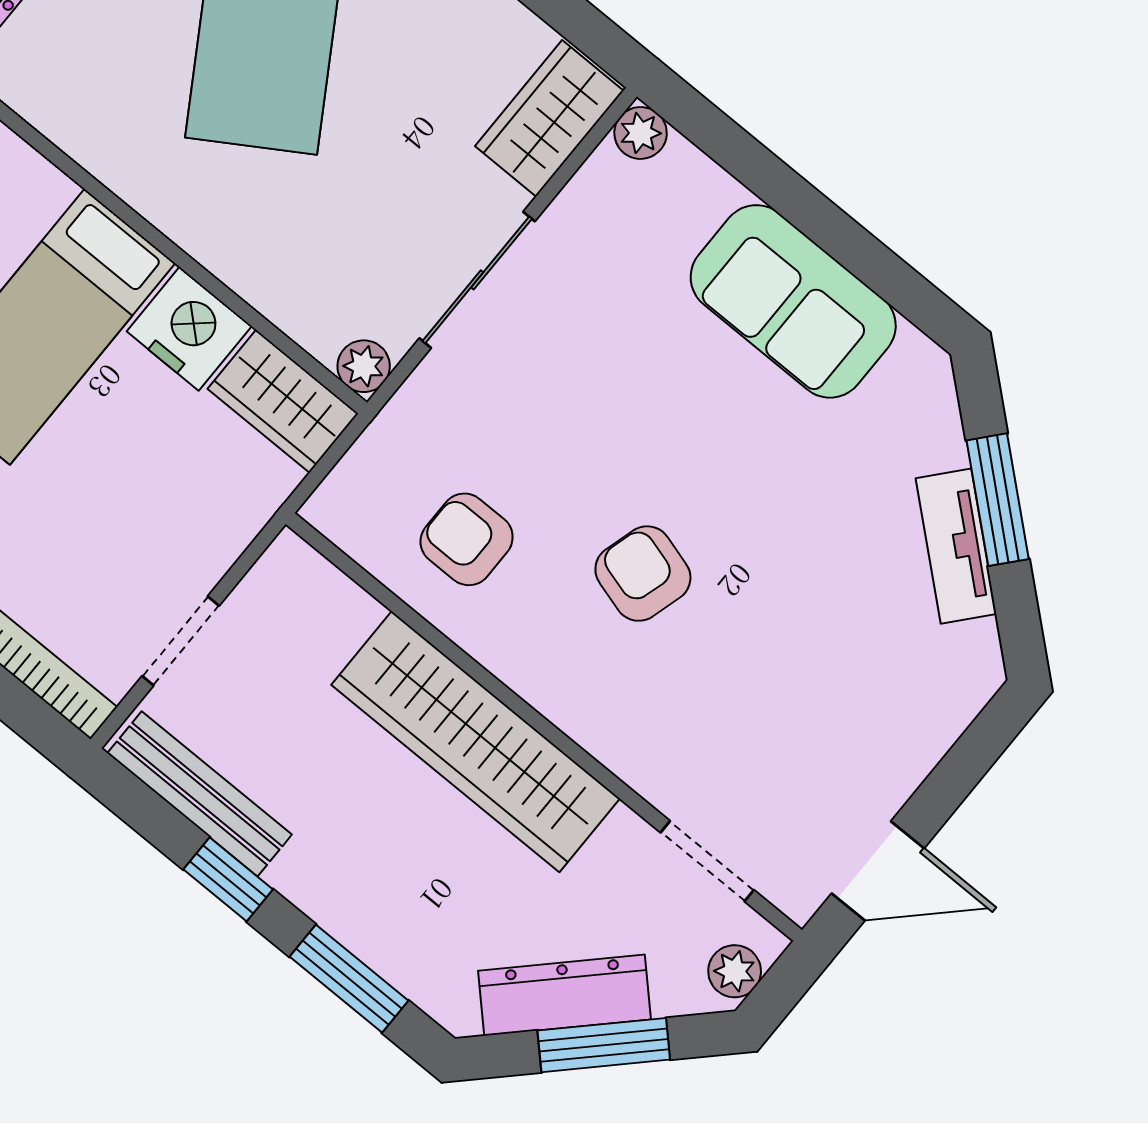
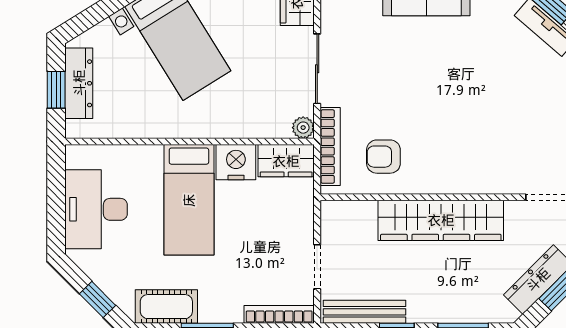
bookcase: (384, 441) -> (330, 146), added
armchair: (643, 574) -> (450, 120), removed

